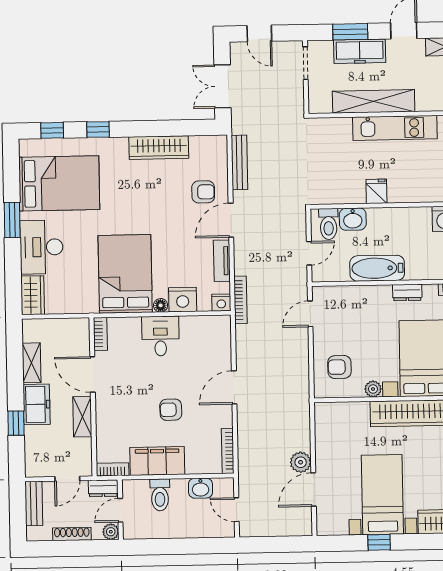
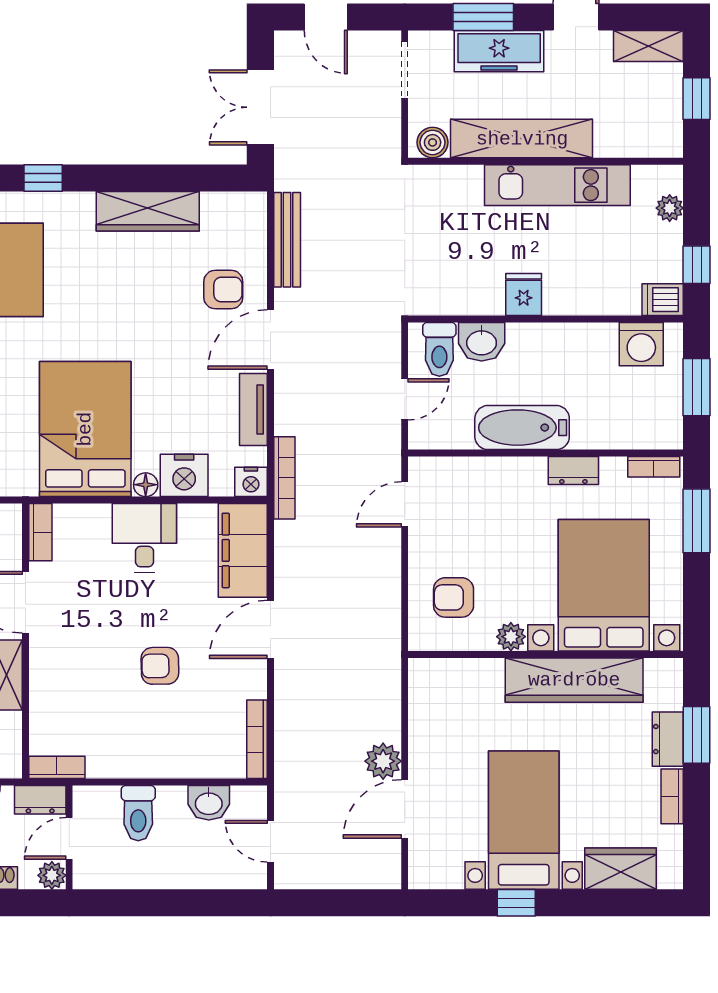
boiler: (322, 105) -> (433, 142), added
filing cabinet: (157, 461) -> (243, 550), moved, turned -90

